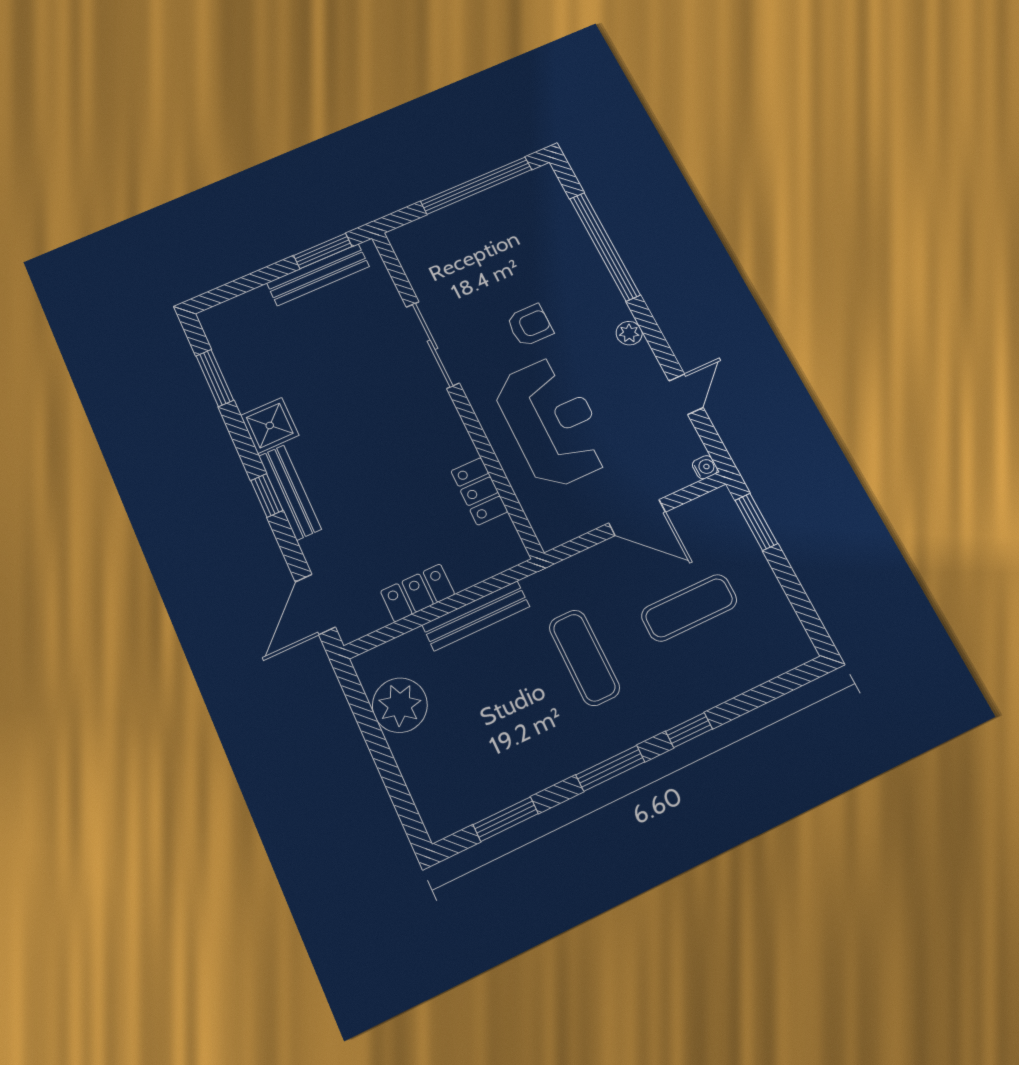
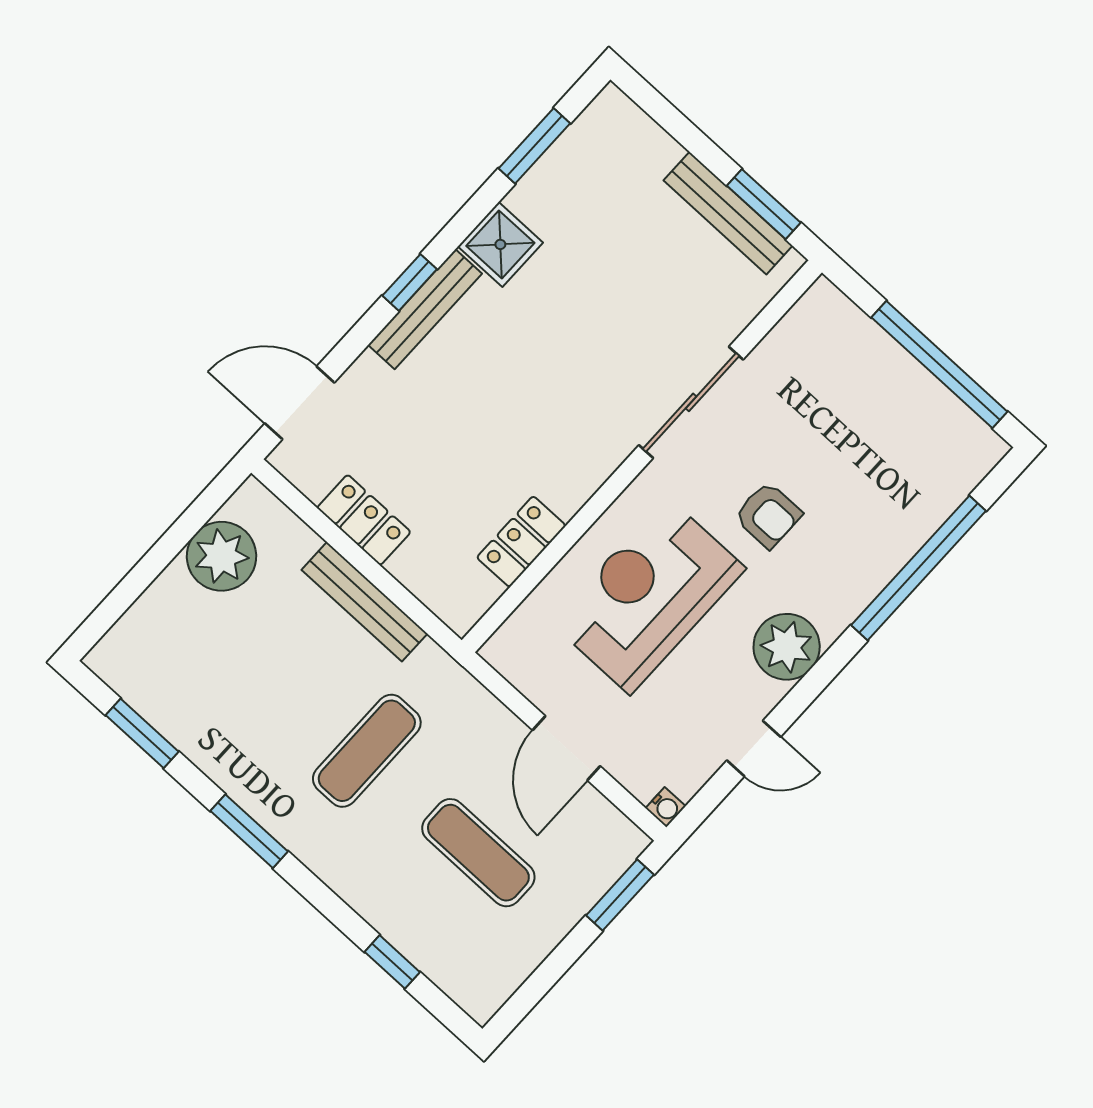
plant: (629, 333) -> (787, 647), width x1.88, depth x1.88
reception desk: (552, 422) -> (648, 596), turned 180
window: (689, 730) -> (392, 962), moved

